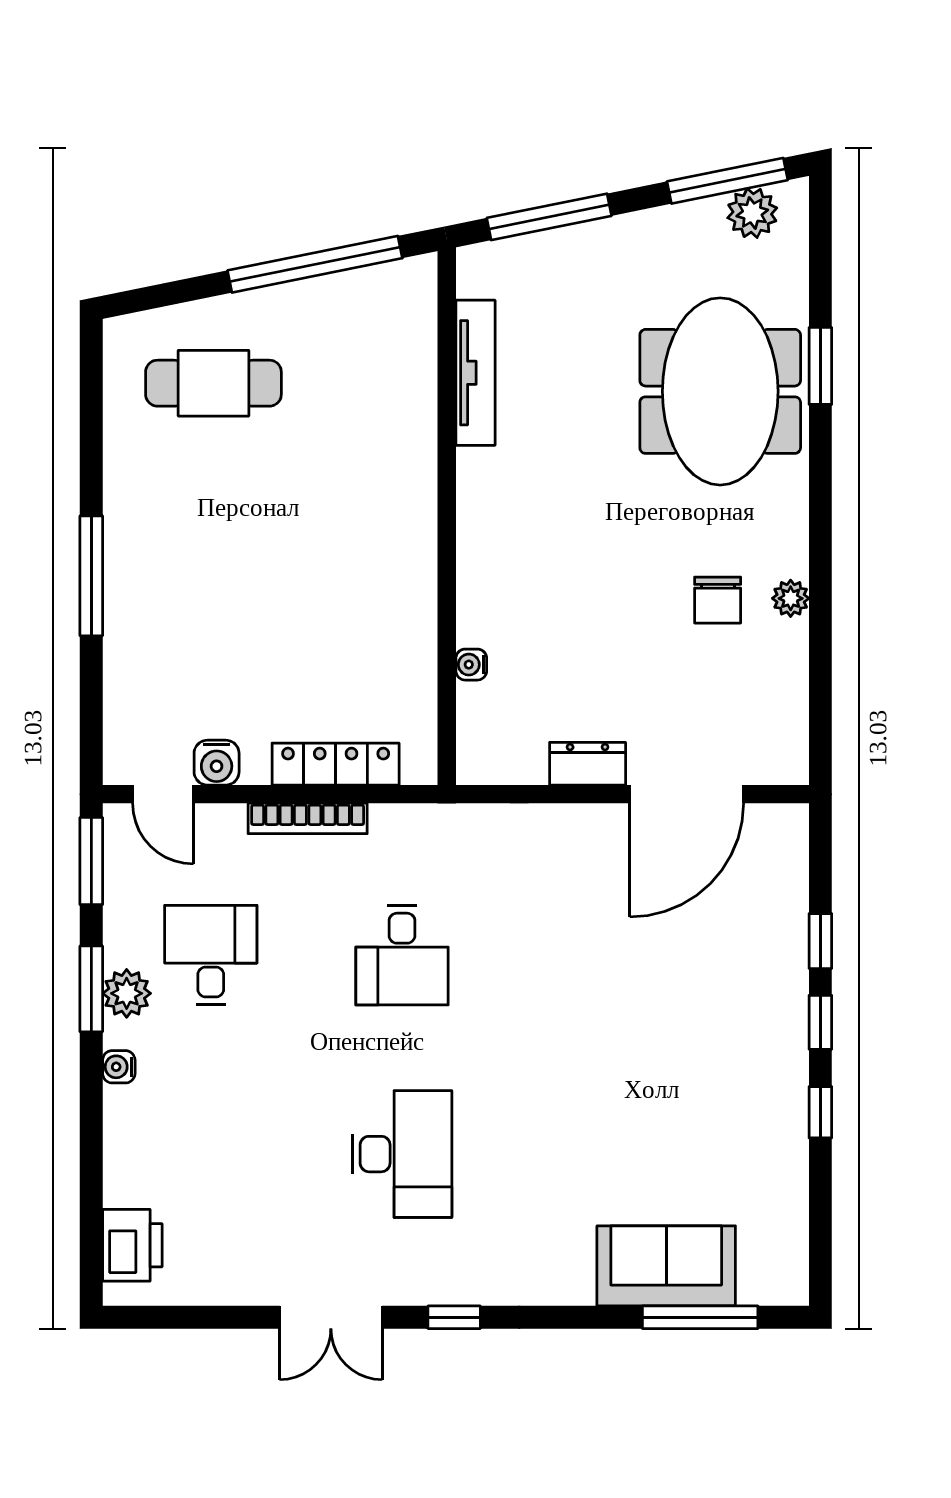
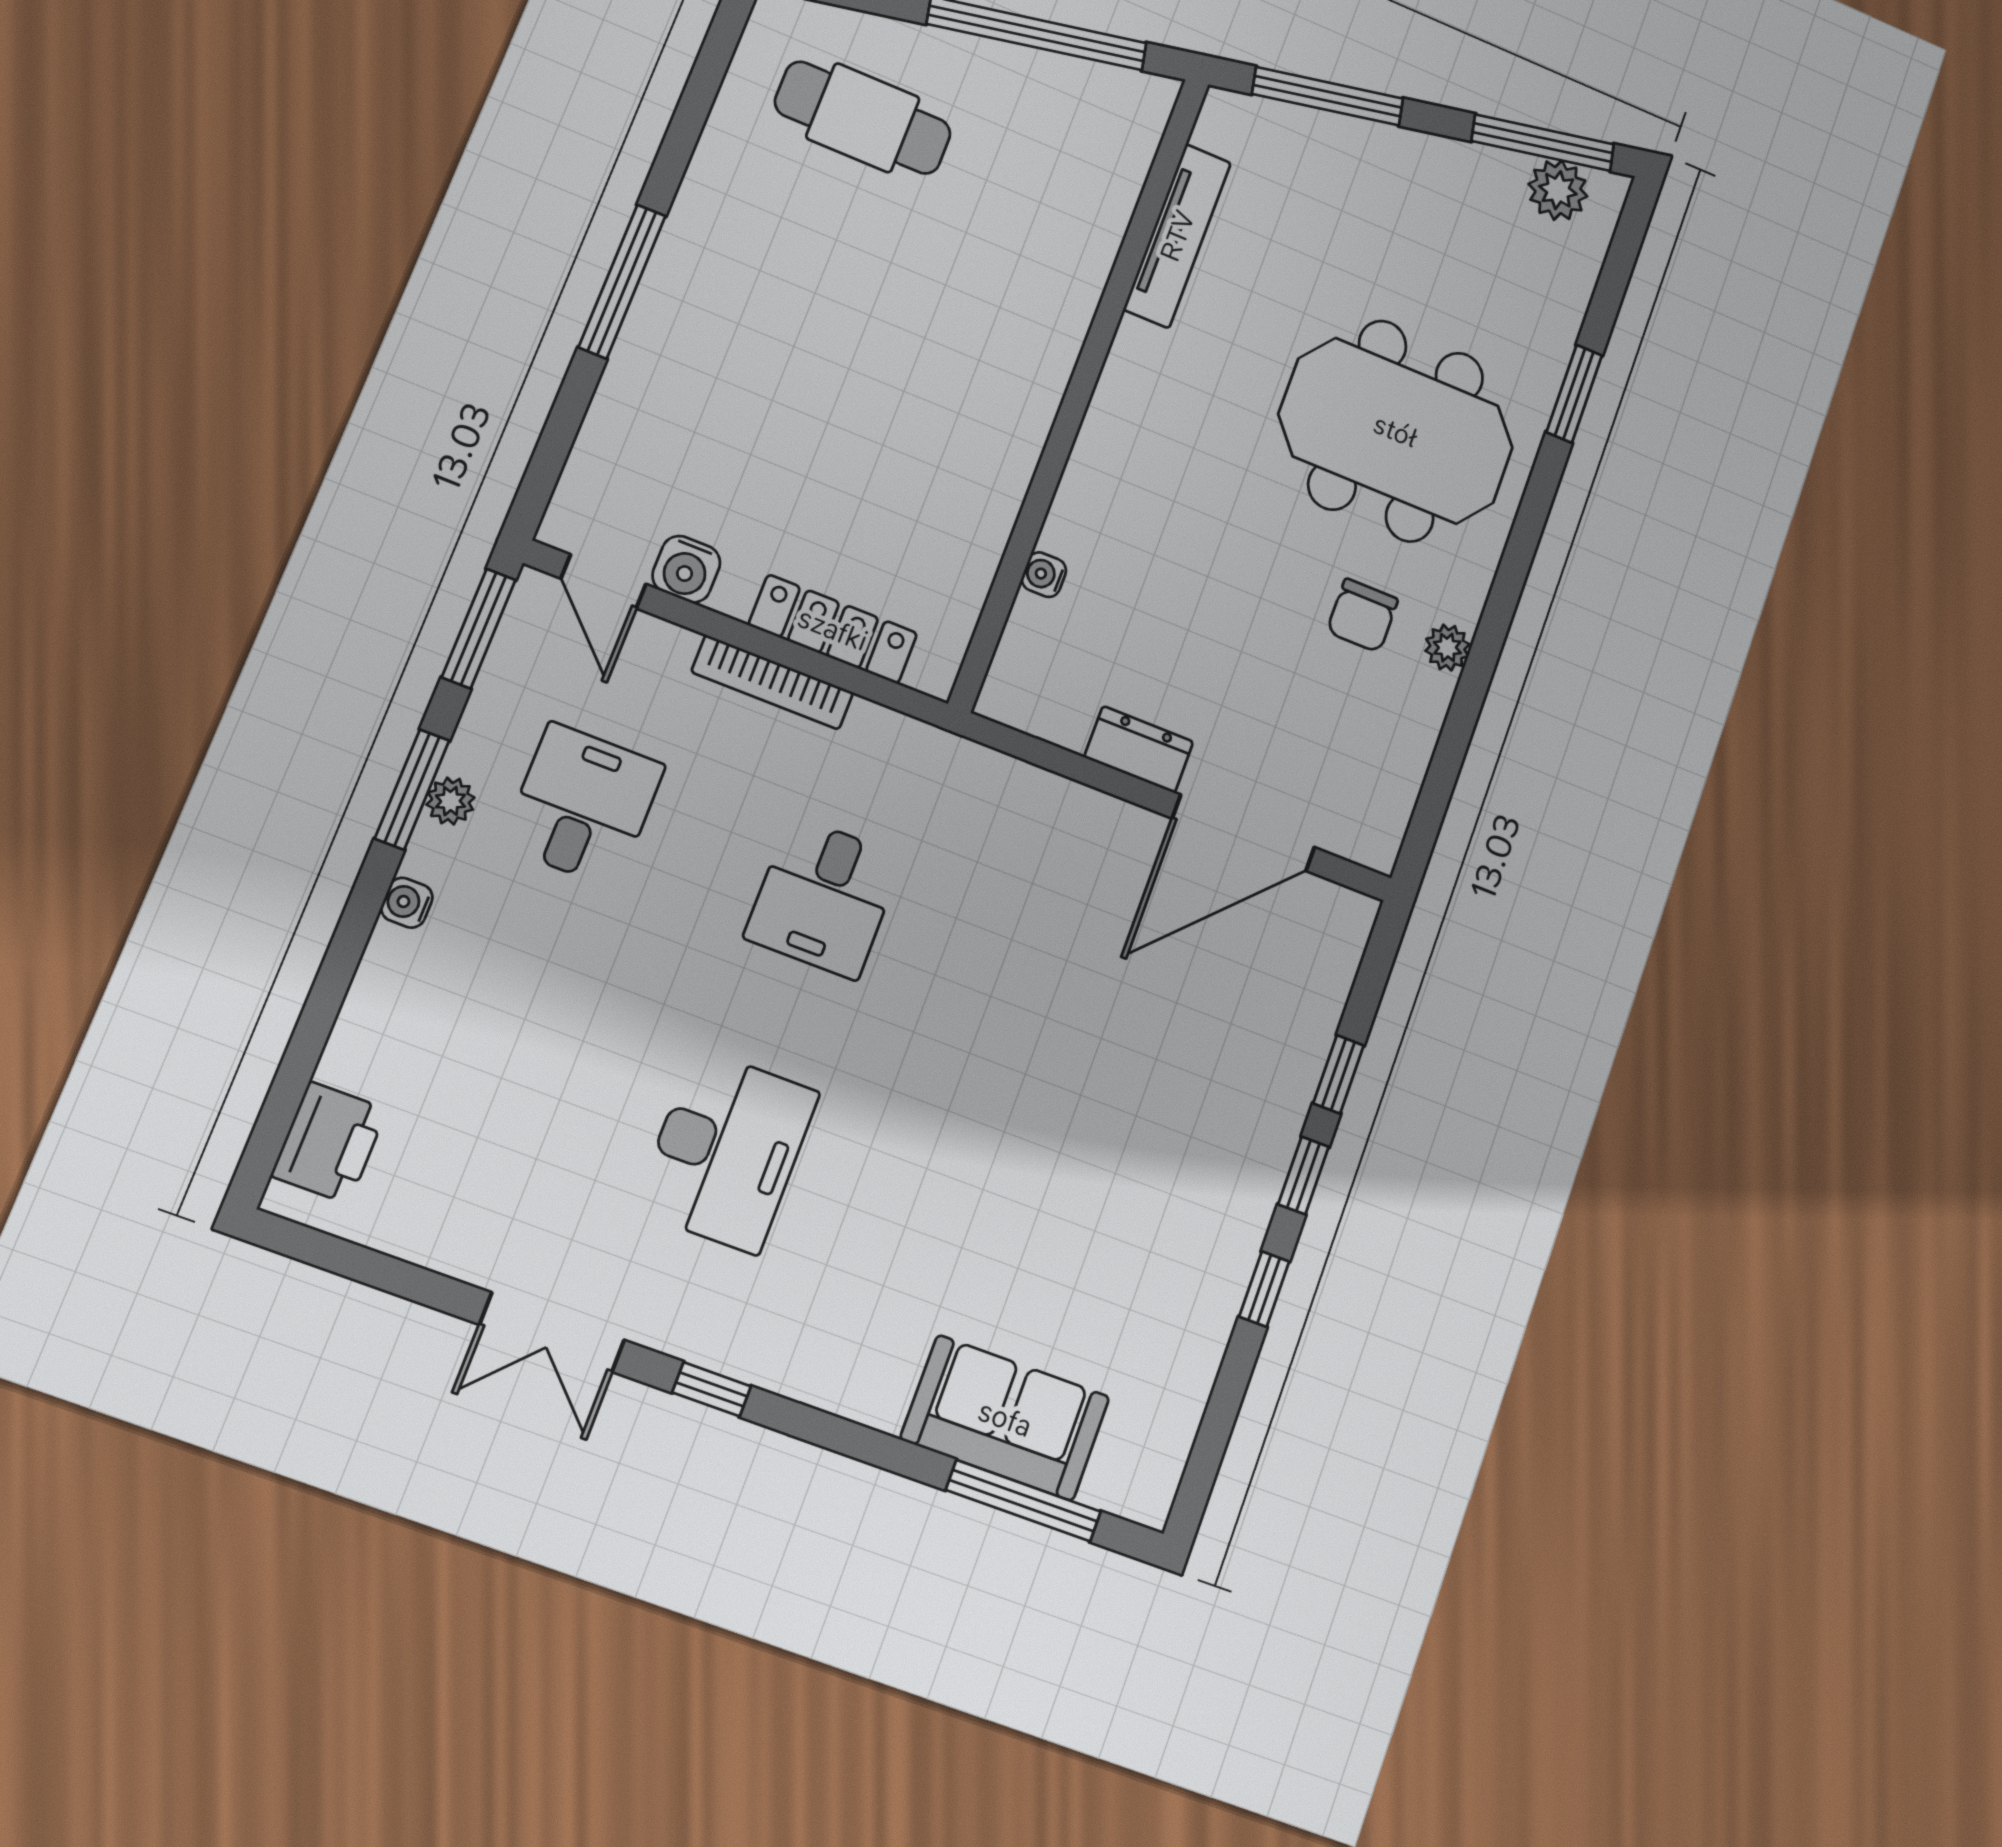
meeting table: (720, 391) -> (1396, 431), moved, turned 90
plant: (127, 993) -> (450, 801), width x0.73, depth x0.73

